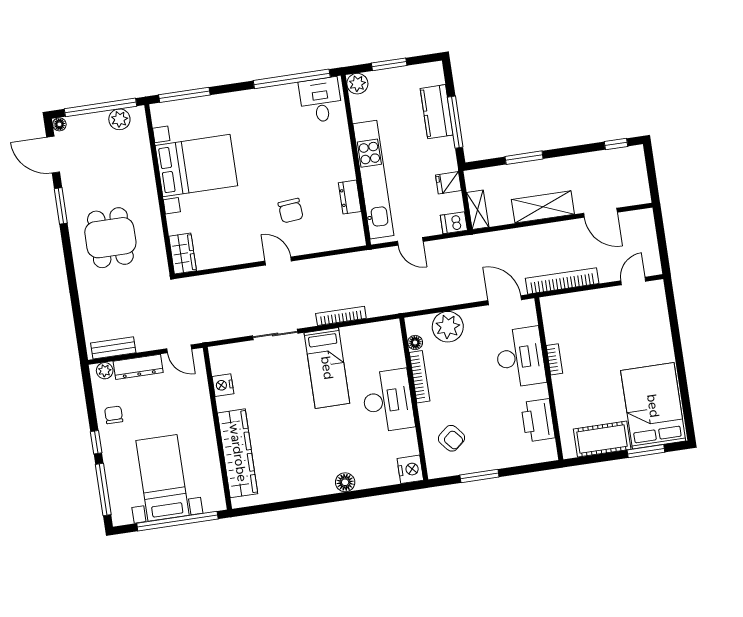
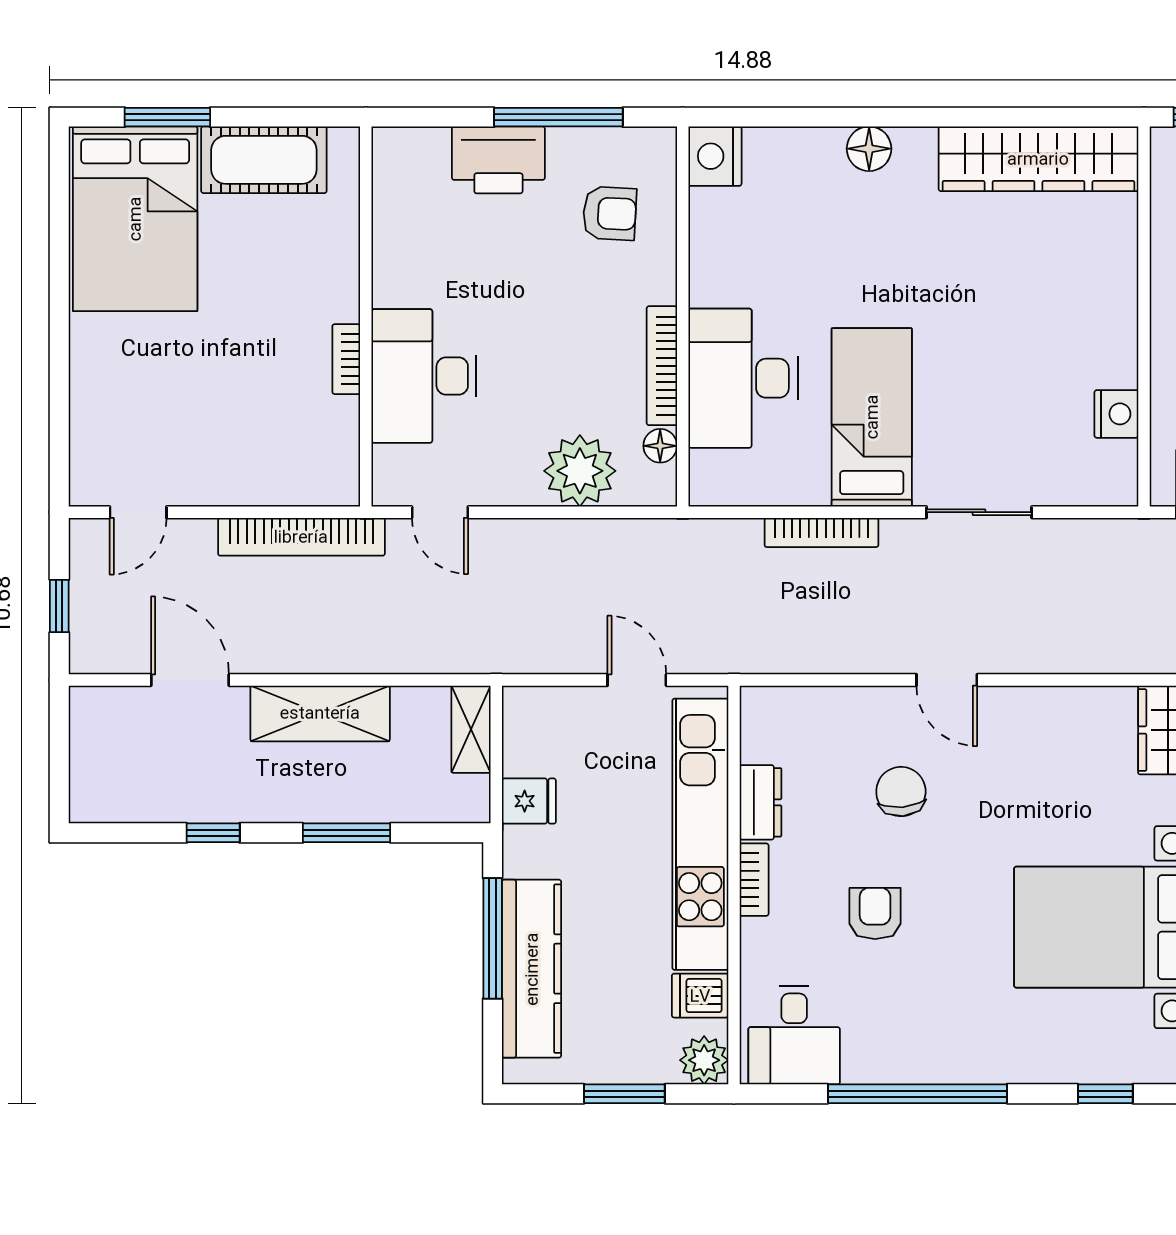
window: (292, 79) -> (917, 1094), moved
window: (184, 95) -> (1105, 1094), width x0.46
kitchen counter: (437, 112) -> (532, 969), width x1.50
window: (616, 144) -> (213, 833), moved
armchair: (294, 157) -> (875, 913), added
bookcase: (348, 164) -> (754, 880), added
dishwasher: (454, 223) -> (700, 996), moved, turned 180
window: (661, 236) -> (59, 606), added
door: (505, 300) -> (440, 512), width x0.73
desk: (388, 401) -> (743, 378), moved
printer: (538, 420) -> (498, 160), moved, turned 90
armchair: (451, 438) -> (610, 213), turned 133
wardrobe: (238, 453) -> (1038, 159), moved, turned -90
window: (479, 476) -> (558, 117), width x1.44

